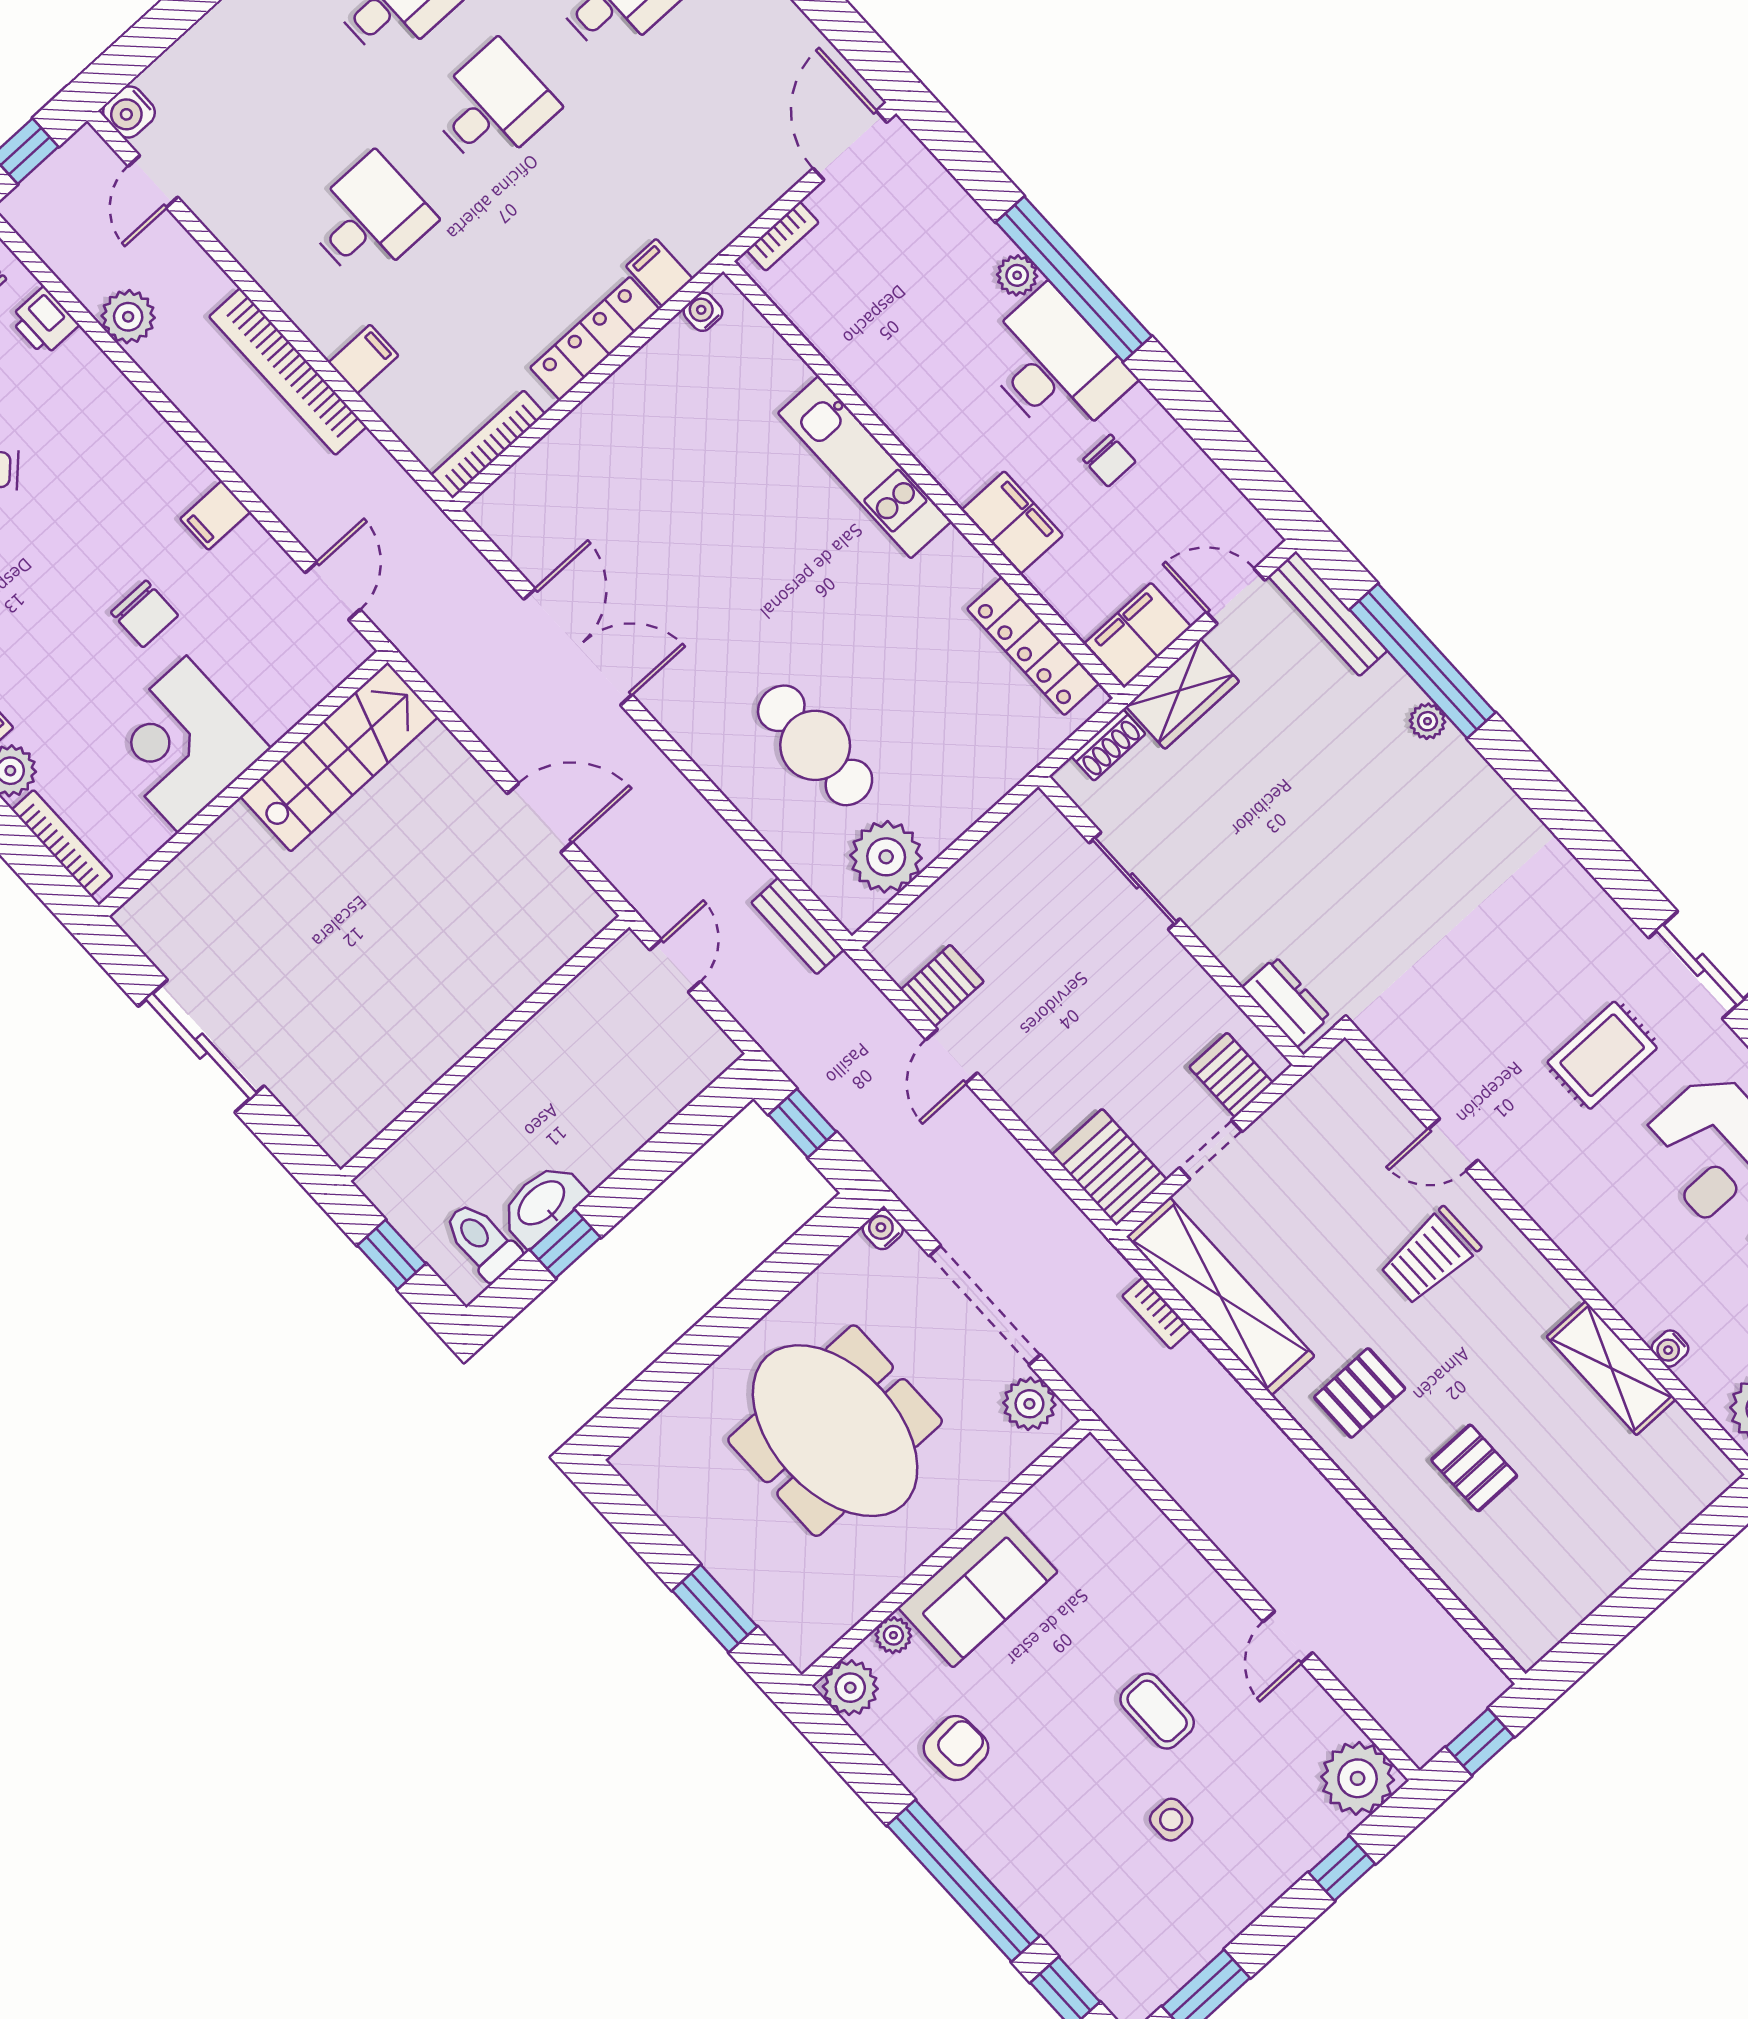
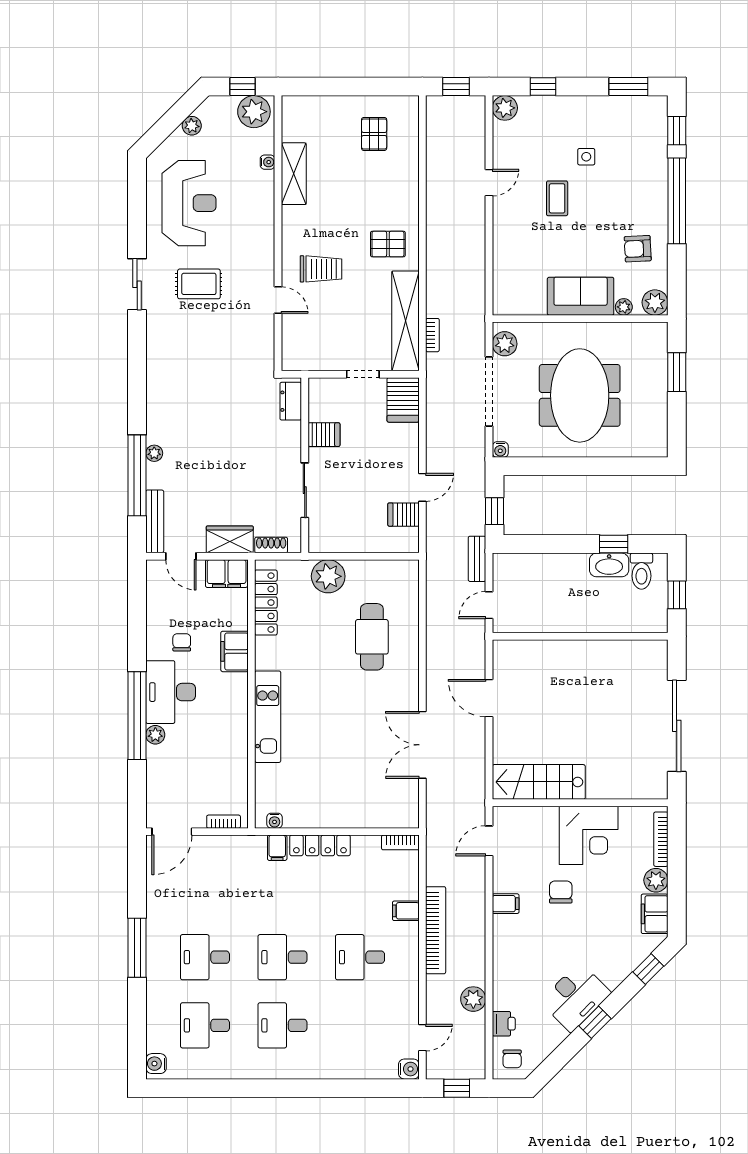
bookcase: (488, 444) -> (400, 842), width x0.64
plant: (886, 857) -> (328, 576), moved
bench: (798, 926) -> (477, 559), moved
sliding door: (201, 1046) -> (677, 726), width x1.36
server rack: (1231, 1075) -> (324, 435), moved, turned -90
pallet: (1474, 1468) -> (374, 134), moved
plant: (1358, 1778) -> (505, 108), width x0.73, depth x0.73

